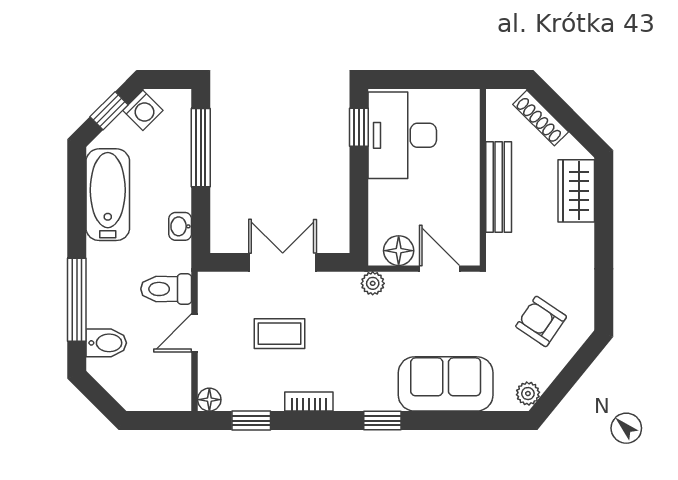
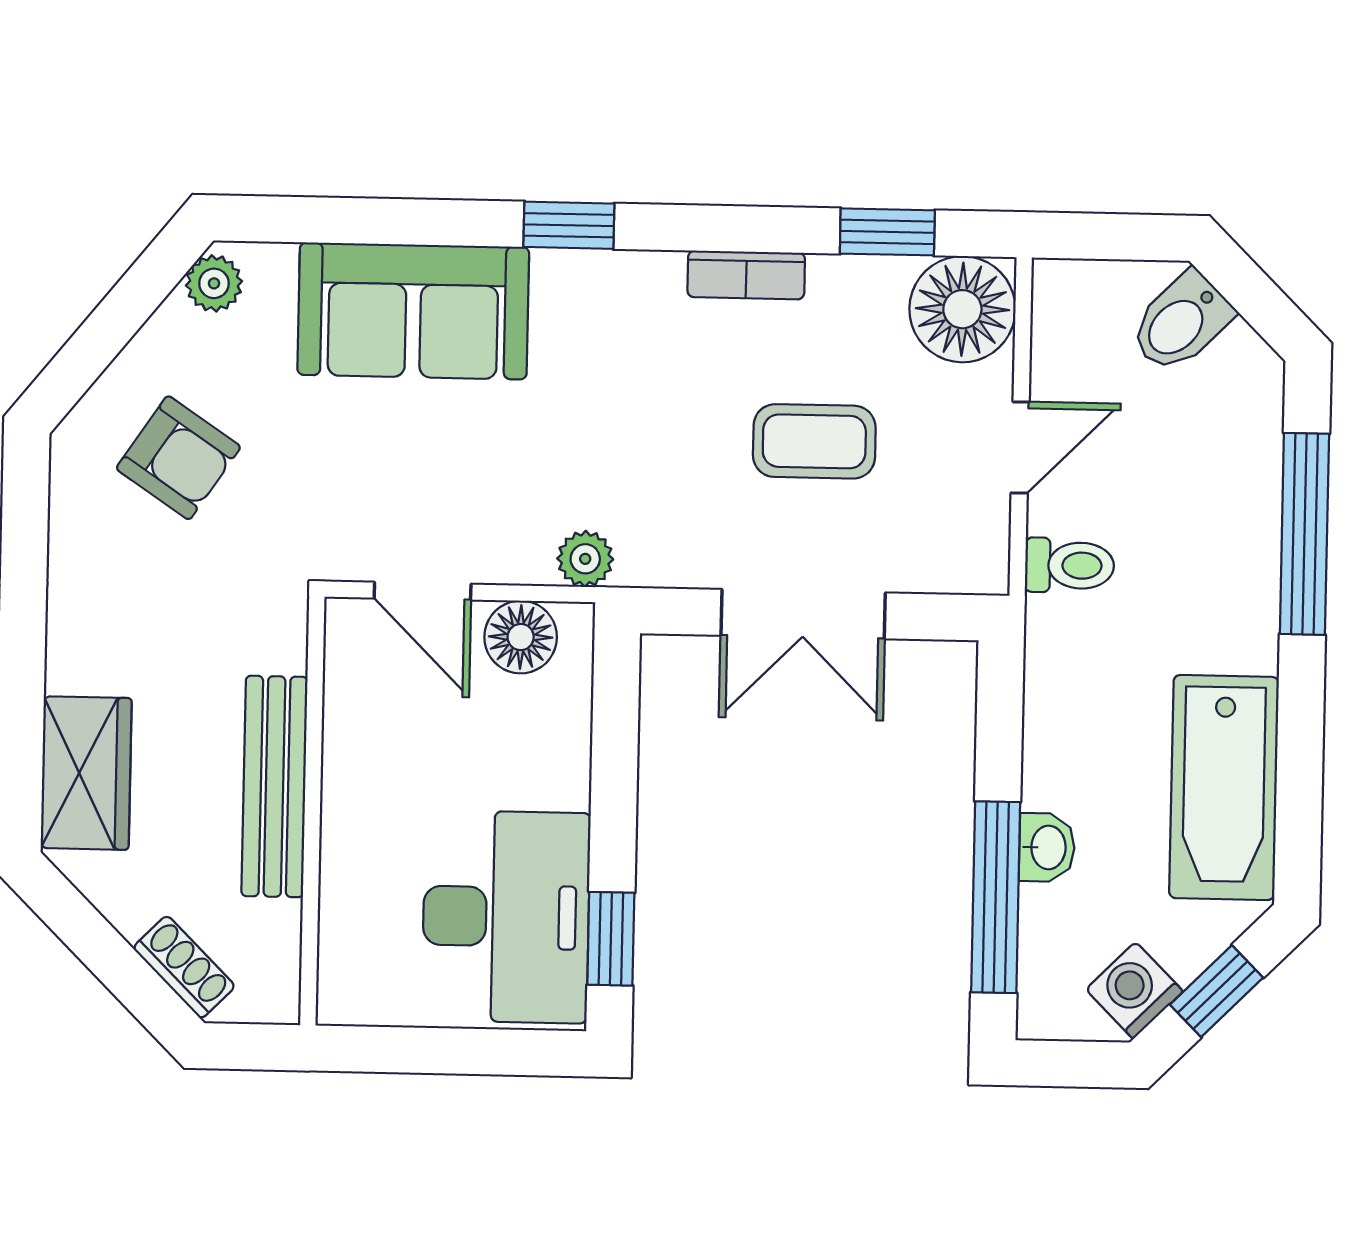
shoe rack: (541, 118) -> (184, 967), width x0.70
washbasin: (180, 226) -> (1047, 847), moved
toilet: (166, 289) -> (1070, 565), width x0.73, depth x0.72
bidet: (106, 343) -> (1181, 322), moved, turned -45
floor lamp: (209, 400) -> (962, 309), width x1.89, depth x1.89

